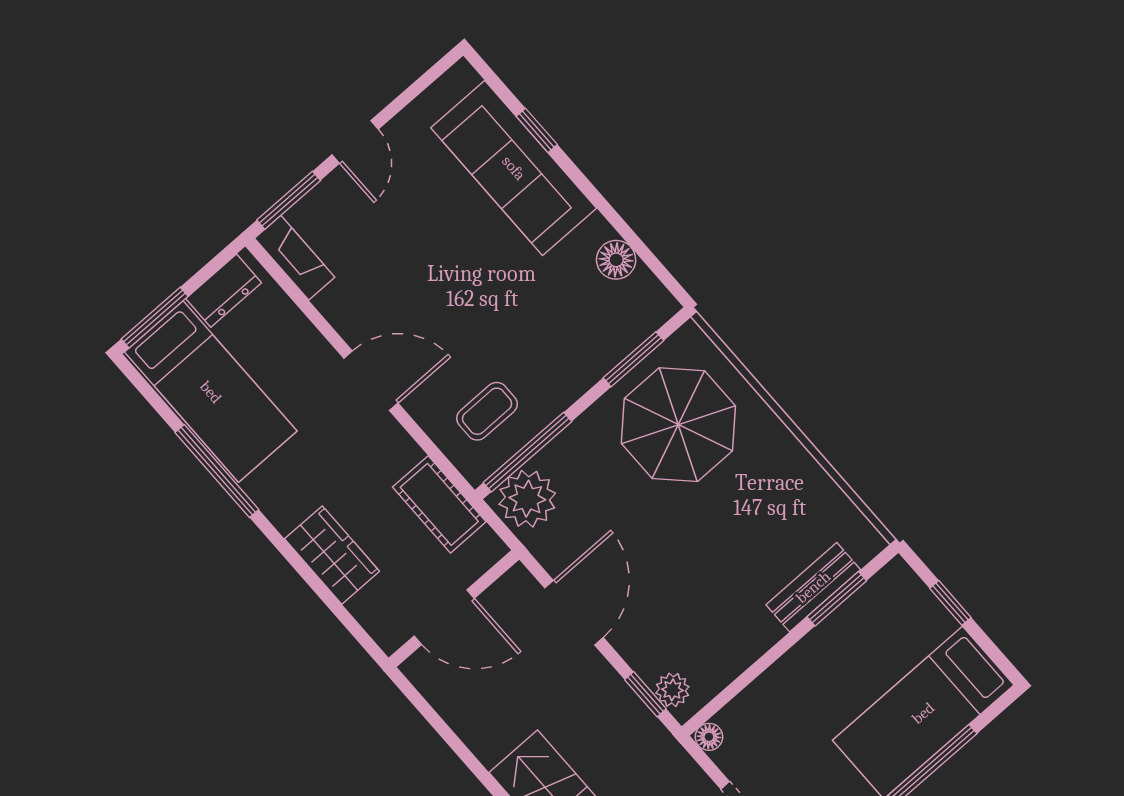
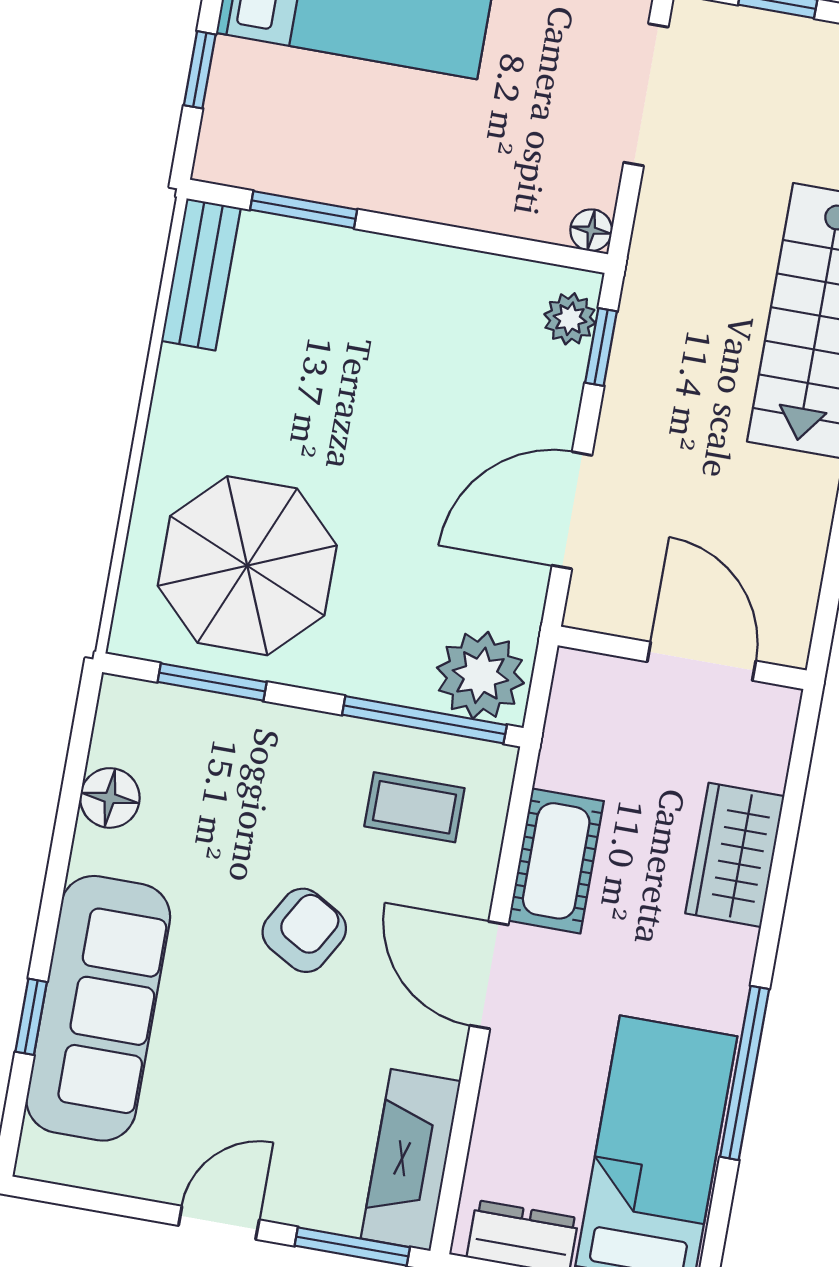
fireplace: (295, 258) -> (411, 1160), width x1.37, depth x1.32
armchair: (469, 305) -> (304, 930), added
cot: (439, 504) -> (556, 861), moved
bench: (813, 587) -> (201, 274), moved, turned 90

